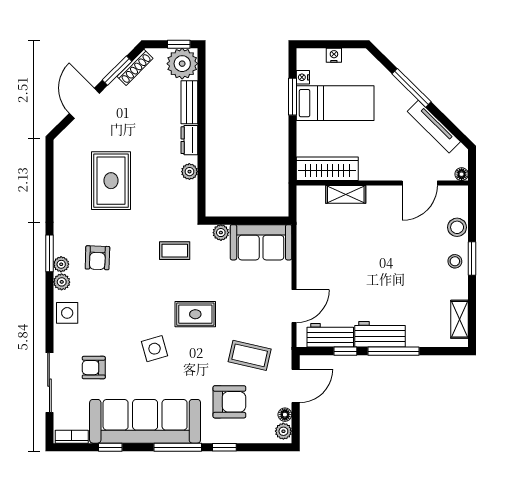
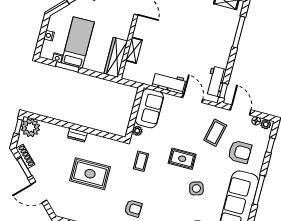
bench: (189, 102) -> (55, 129), removed
plant: (189, 172) -> (96, 140), removed
rug: (111, 181) -> (90, 174), moved
rug: (195, 314) -> (182, 159), turned 90
workbench: (380, 334) -> (169, 83), moved, turned 90
window: (345, 351) -> (223, 91), moved
window: (393, 351) -> (239, 32), moved
armchair: (229, 402) -> (240, 152), turned 90
window: (224, 447) -> (270, 145), moved

